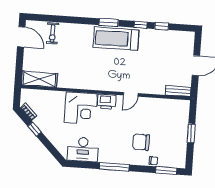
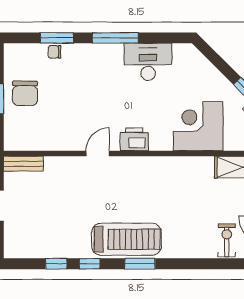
corner desk: (81, 108) -> (198, 126), moved
chair: (141, 142) -> (25, 93), moved, turned 90
desk: (83, 149) -> (148, 62), moved
window: (166, 171) -> (57, 38), moved

